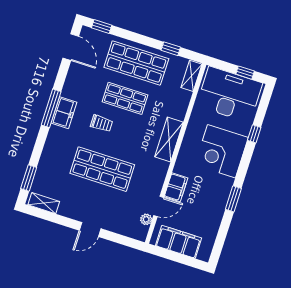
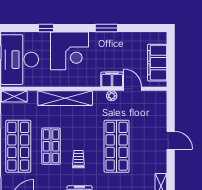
shelving: (169, 139) -> (65, 98), width x1.47
plant: (146, 219) -> (112, 96), moved

